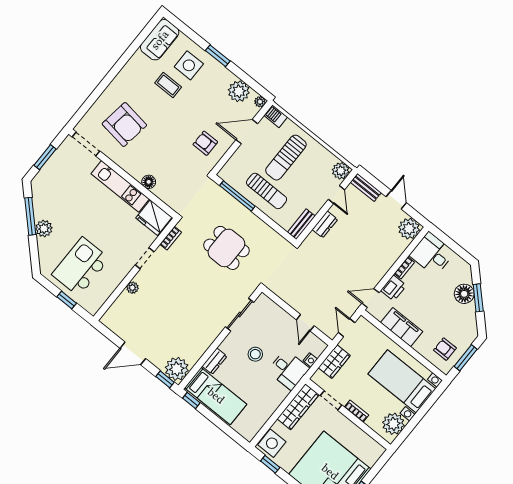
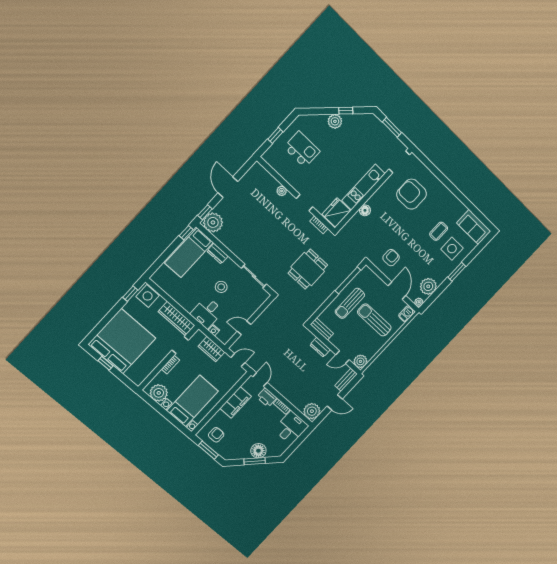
armchair: (124, 125) -> (412, 194), turned 82
window: (30, 216) -> (346, 111), width x0.46
kitchen island: (81, 267) -> (302, 149), width x0.73, depth x0.78

